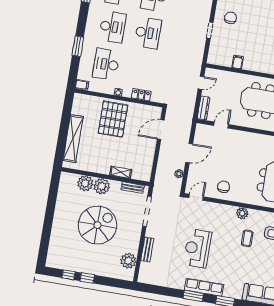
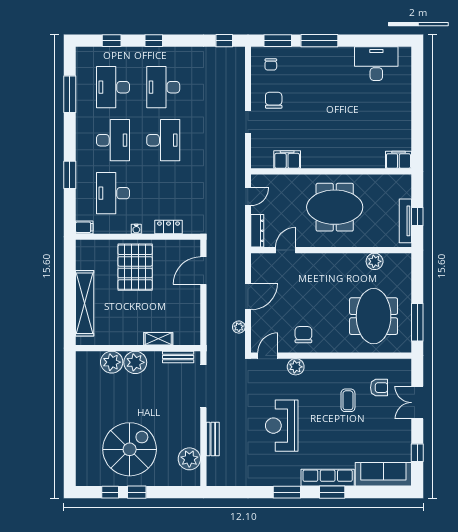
filing cabinet: (238, 62) -> (287, 160), width x2.00
plant: (242, 213) -> (296, 367), moved
spiral stairs: (97, 225) -> (130, 449), moved
row of seats: (204, 287) -> (328, 478), moved

